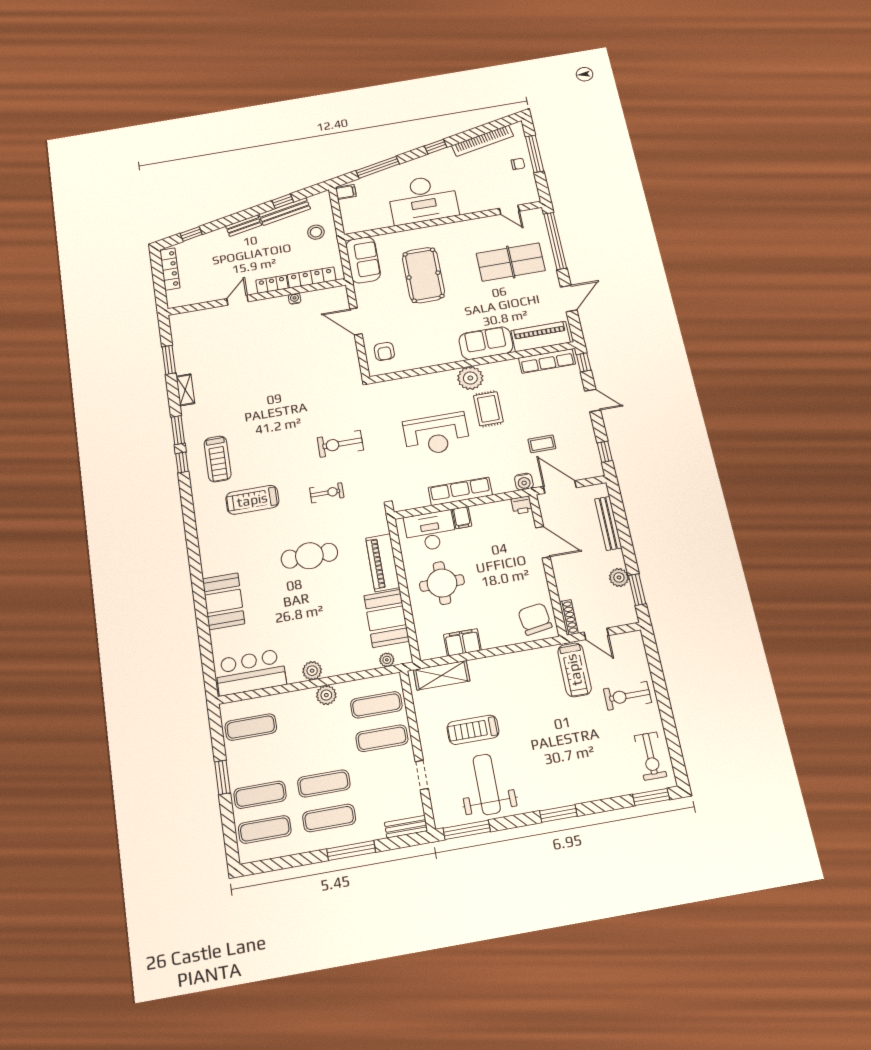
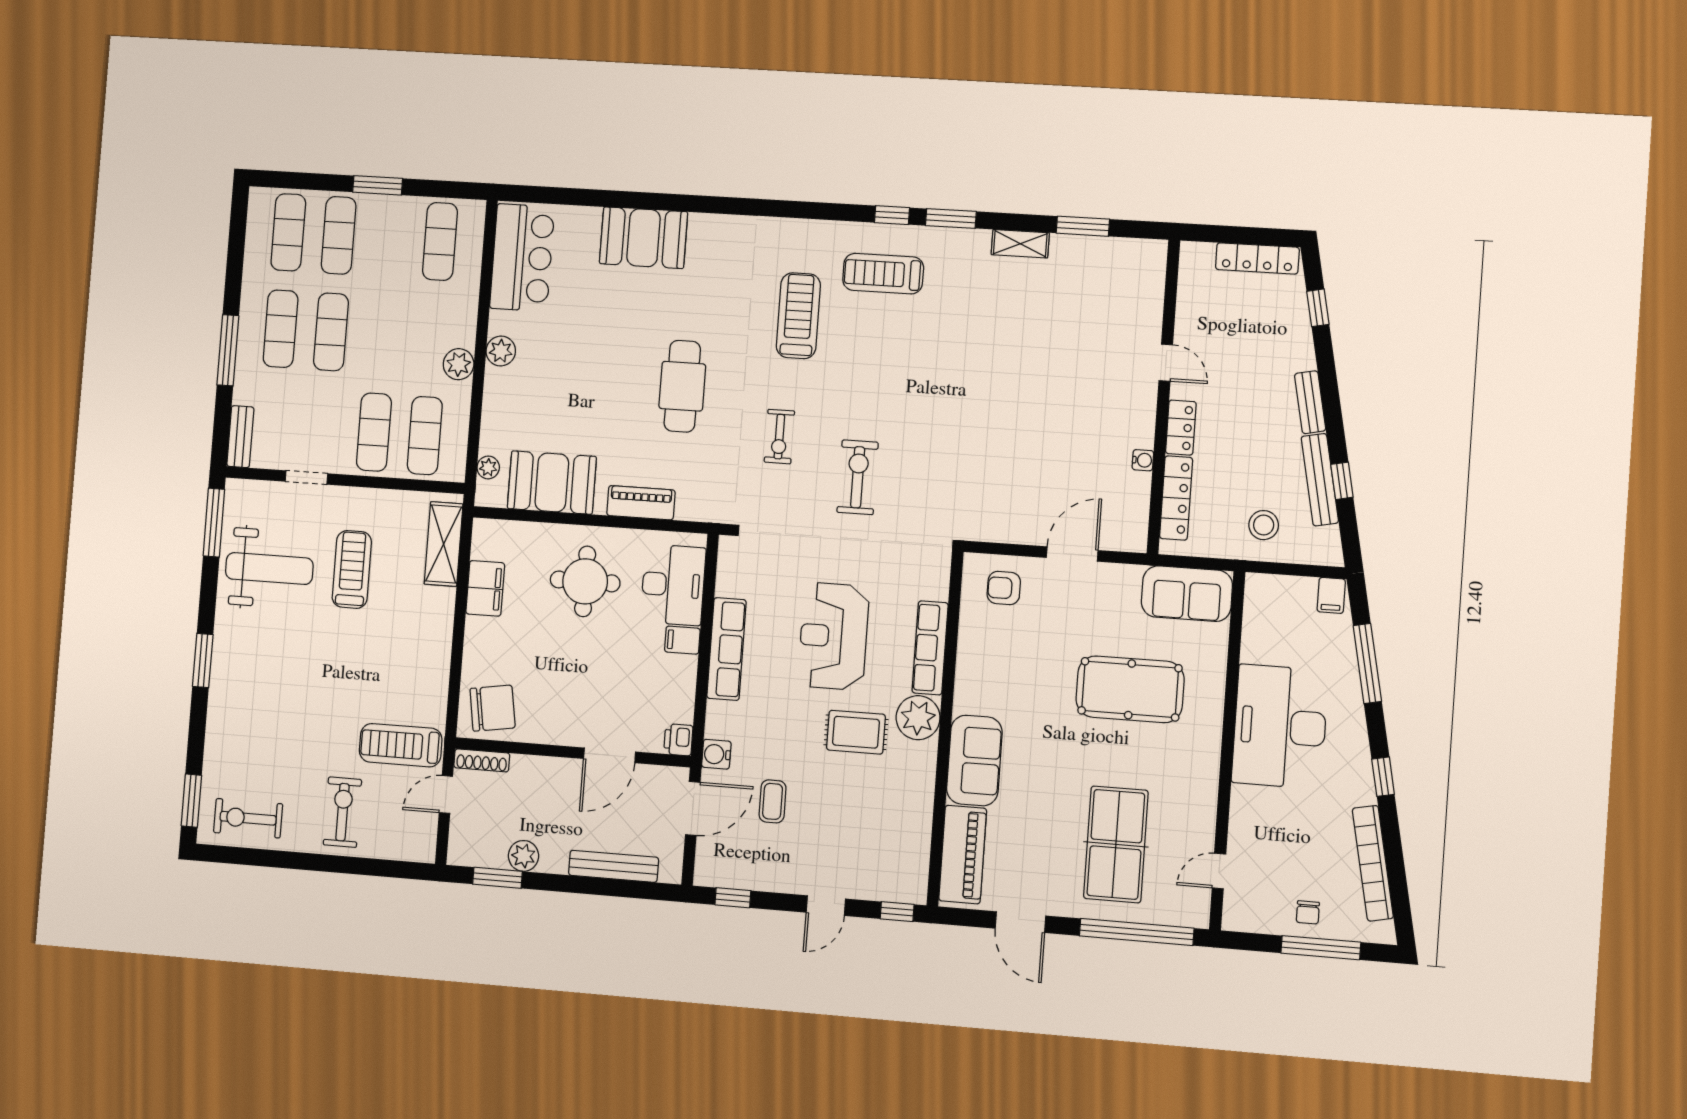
row of seats: (547, 361) -> (930, 648), moved
piano: (383, 563) -> (641, 503), width x0.73, depth x0.75

